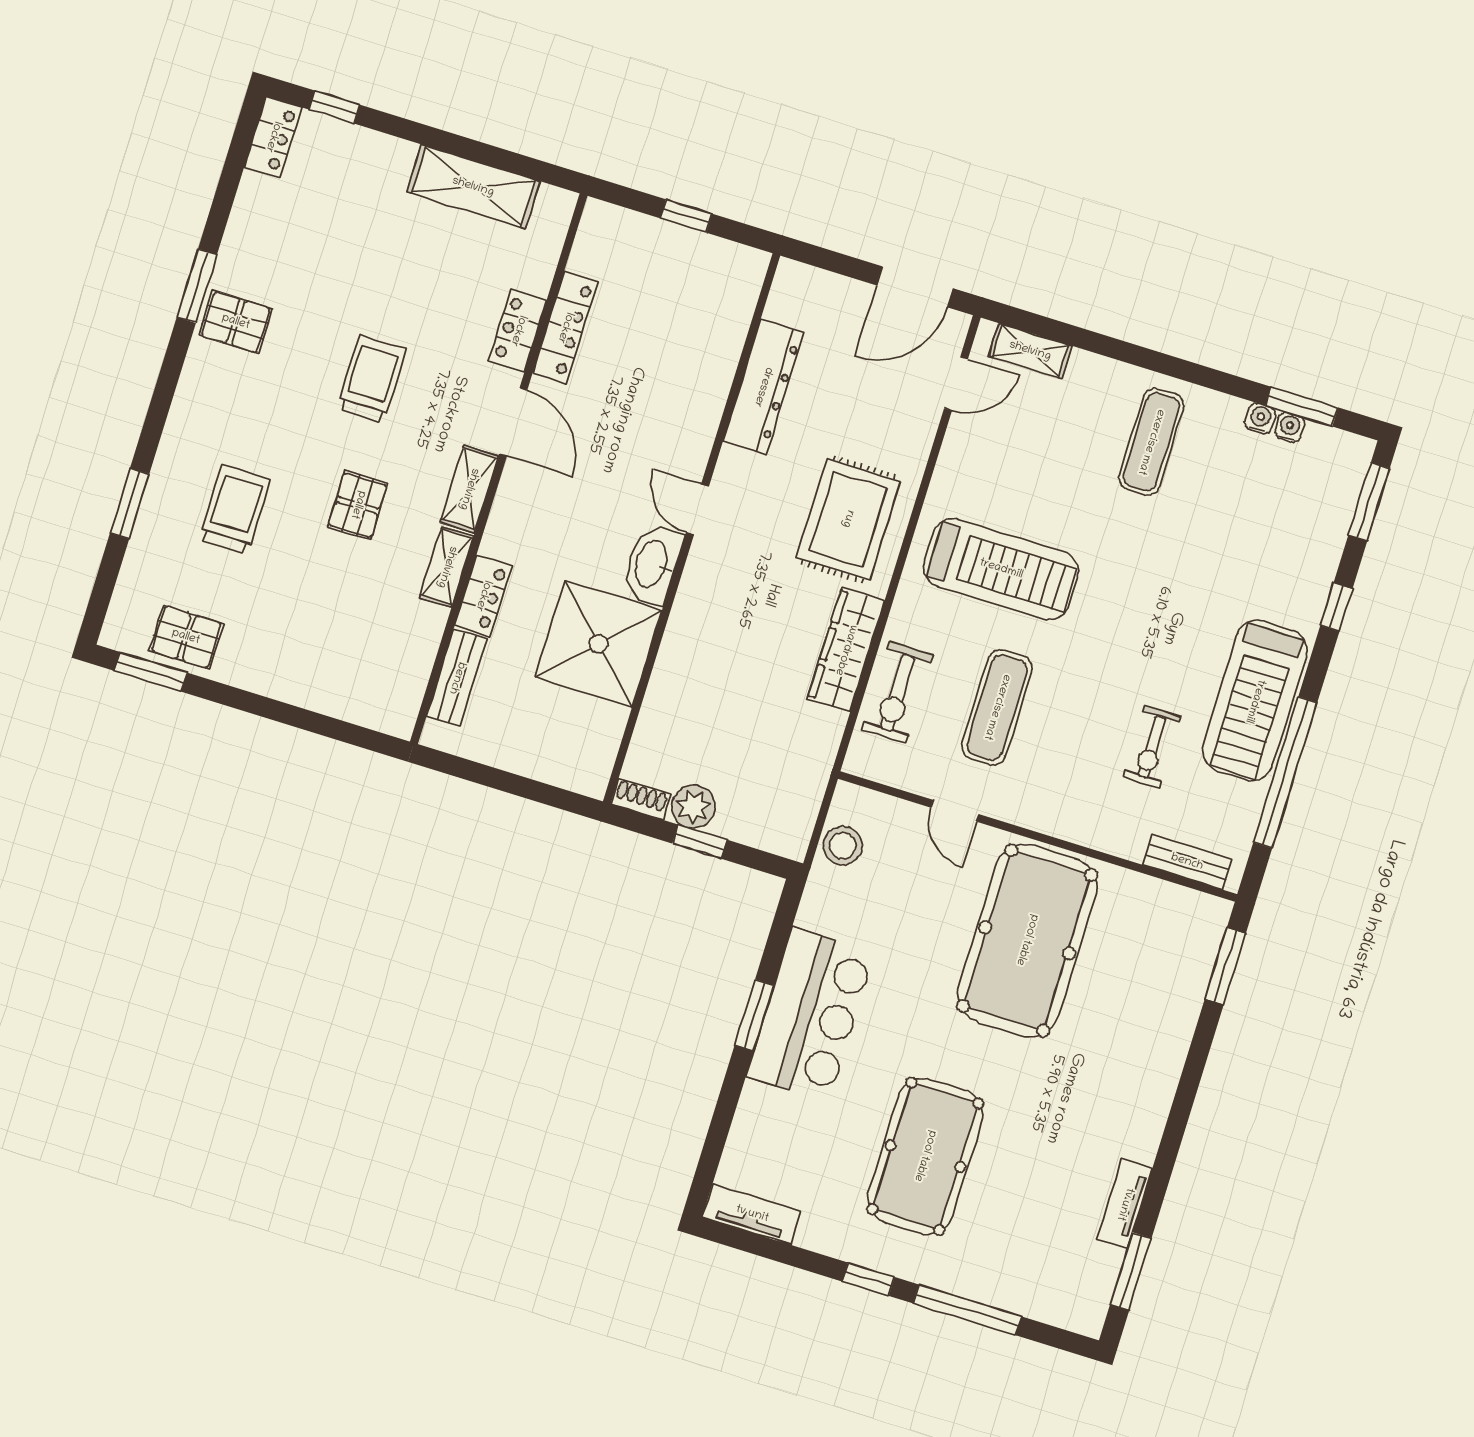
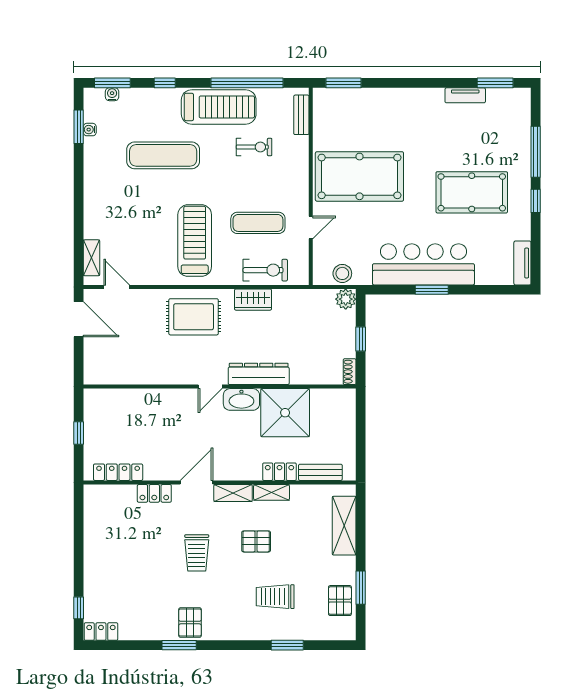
shelving: (473, 187) -> (344, 526), moved
locker: (565, 328) -> (118, 472), moved
trolley: (372, 379) -> (197, 553), turned -90
dresser: (763, 387) -> (259, 374), moved
water cooler: (1260, 419) -> (112, 94), moved, turned 90
exercise mat: (1151, 442) -> (163, 155), moved, width x1.36, depth x1.45
wardrobe: (846, 650) -> (253, 300), width x0.67
window: (151, 672) -> (361, 588), moved
plant: (693, 807) -> (346, 299), moved
bar counter: (811, 1014) -> (423, 264), width x1.36

